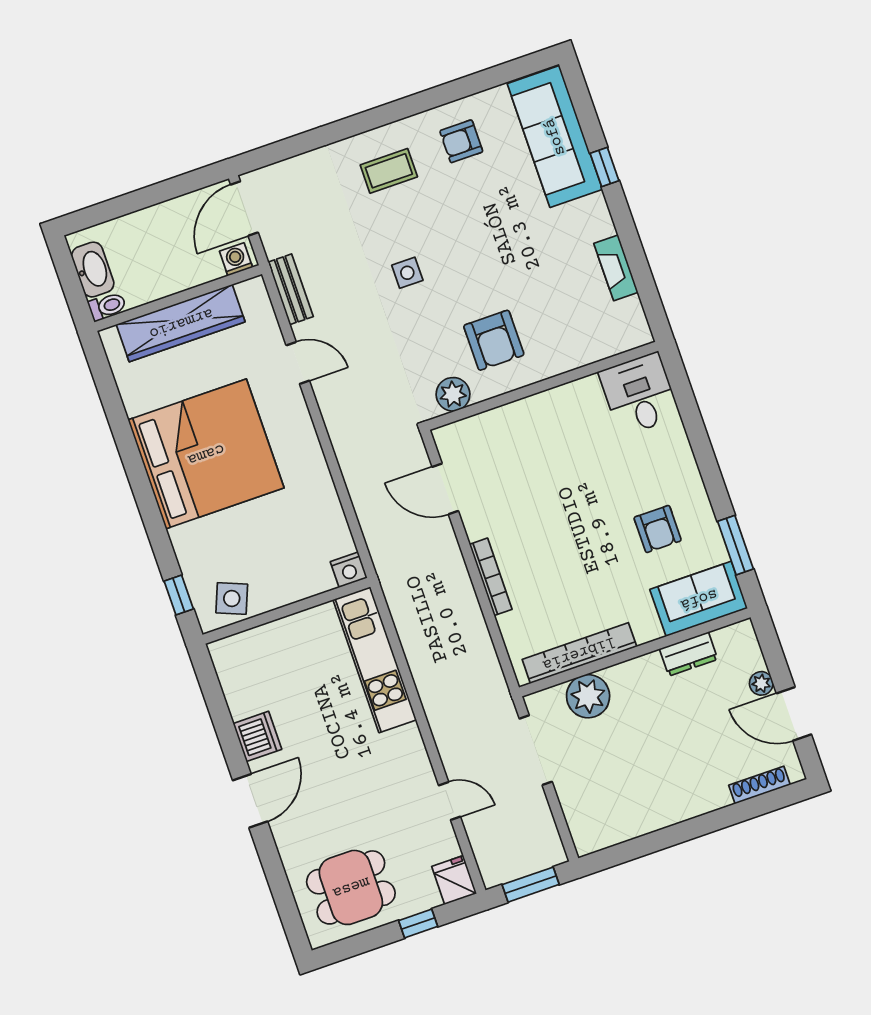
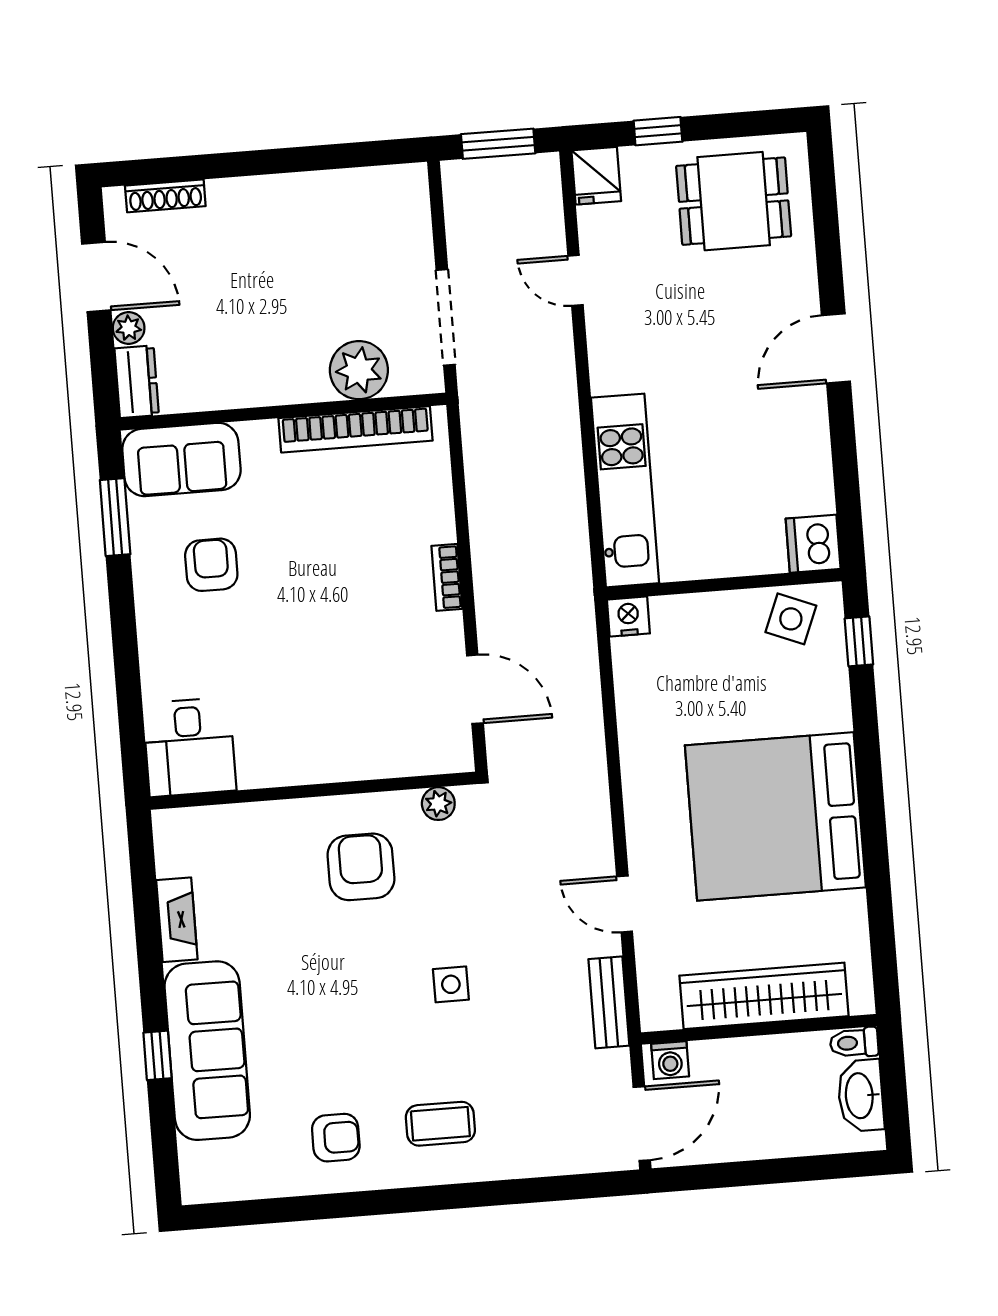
sofa: (555, 137) -> (207, 1051), moved
plant: (453, 394) -> (438, 804), width x0.73, depth x0.73
bookcase: (491, 577) -> (447, 577), width x0.64
dresser: (689, 654) -> (137, 382), moved, turned 90
dishwasher: (257, 736) -> (813, 544), moved

